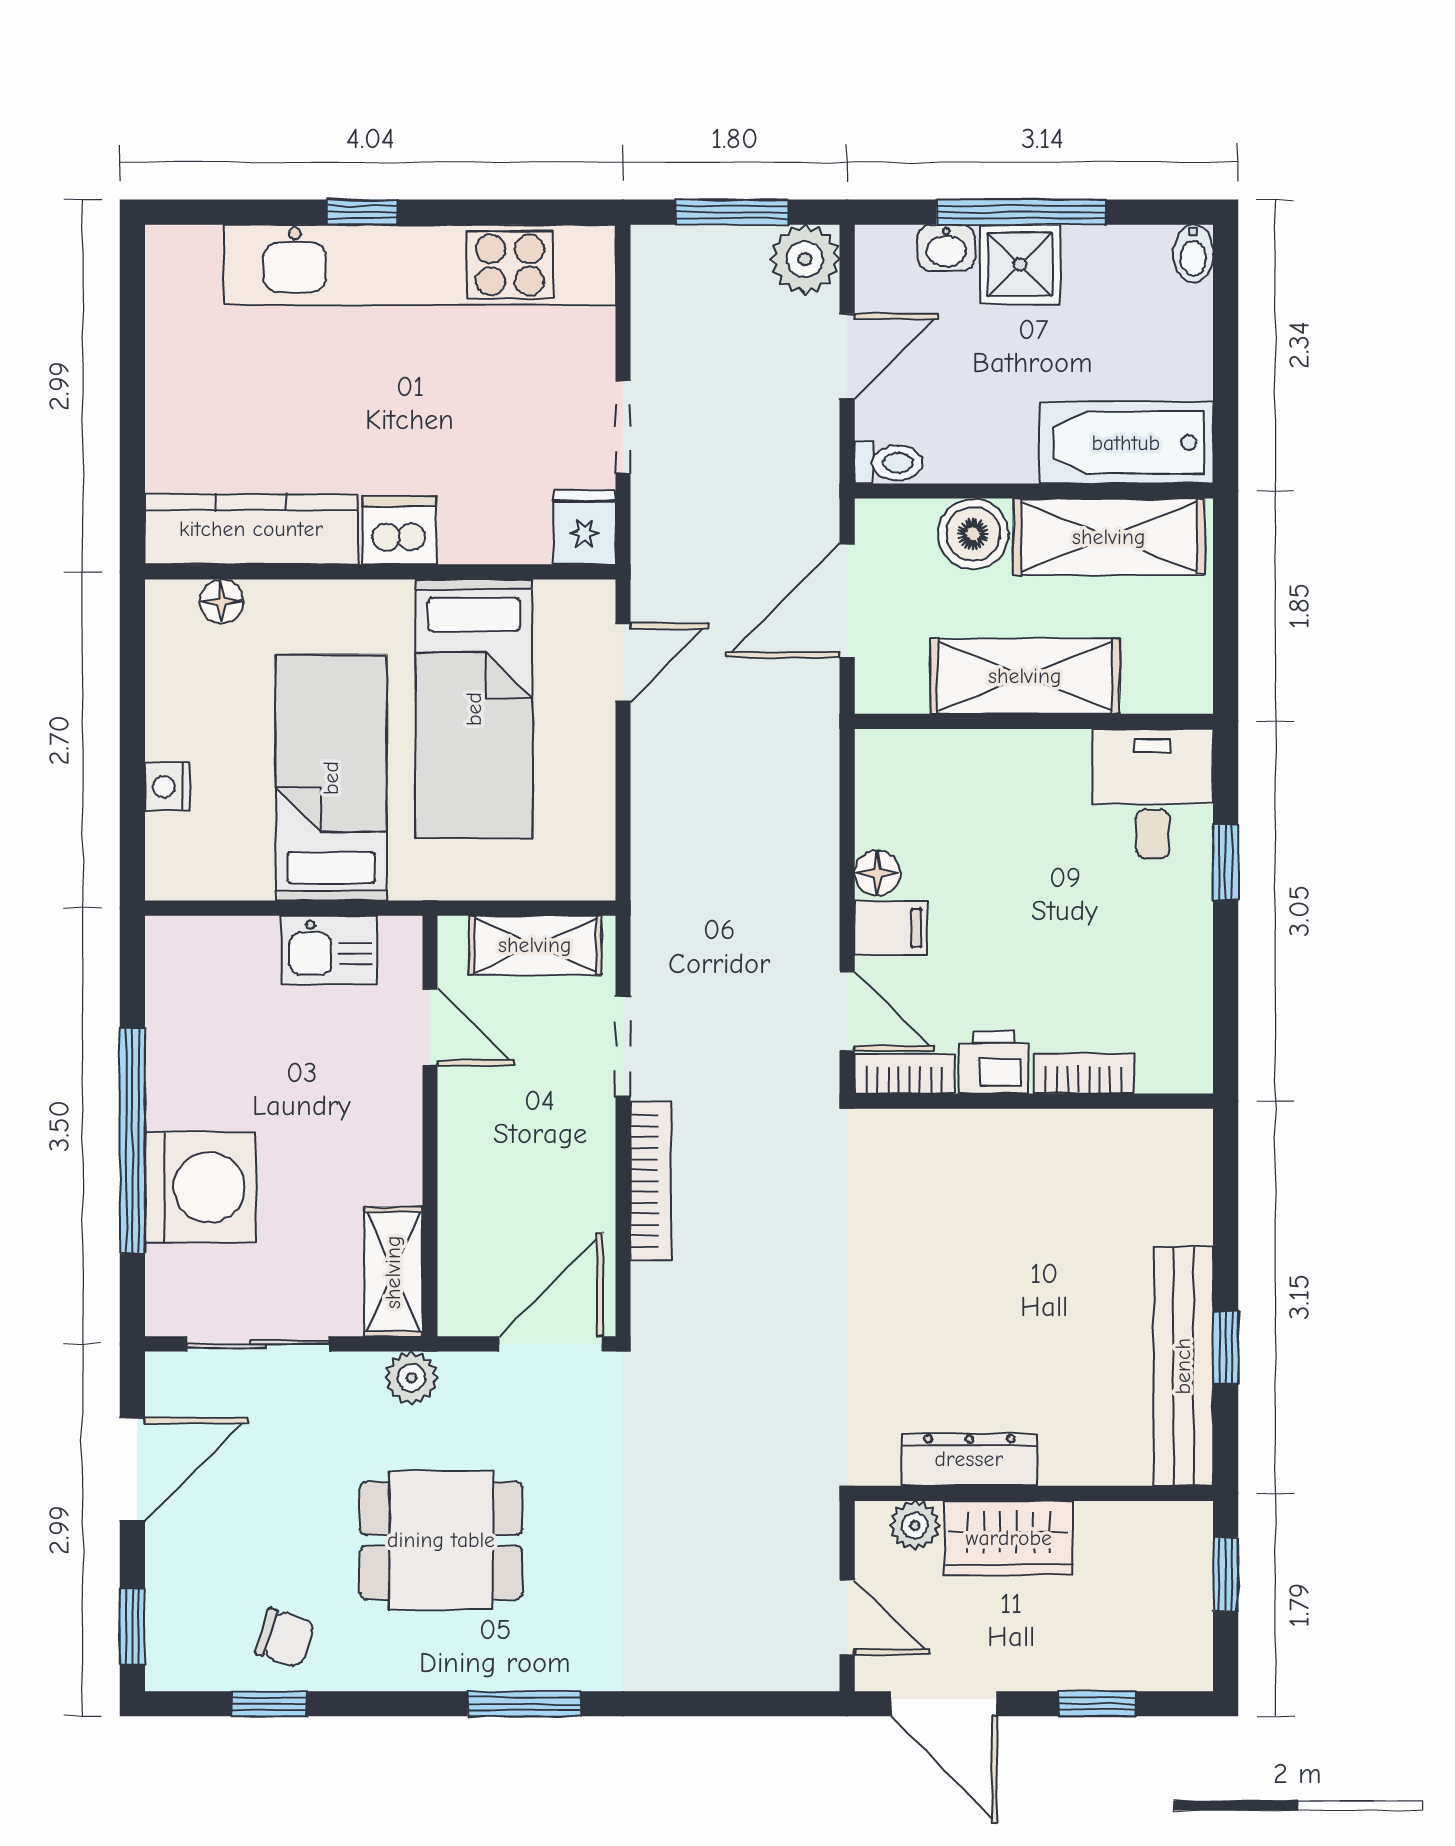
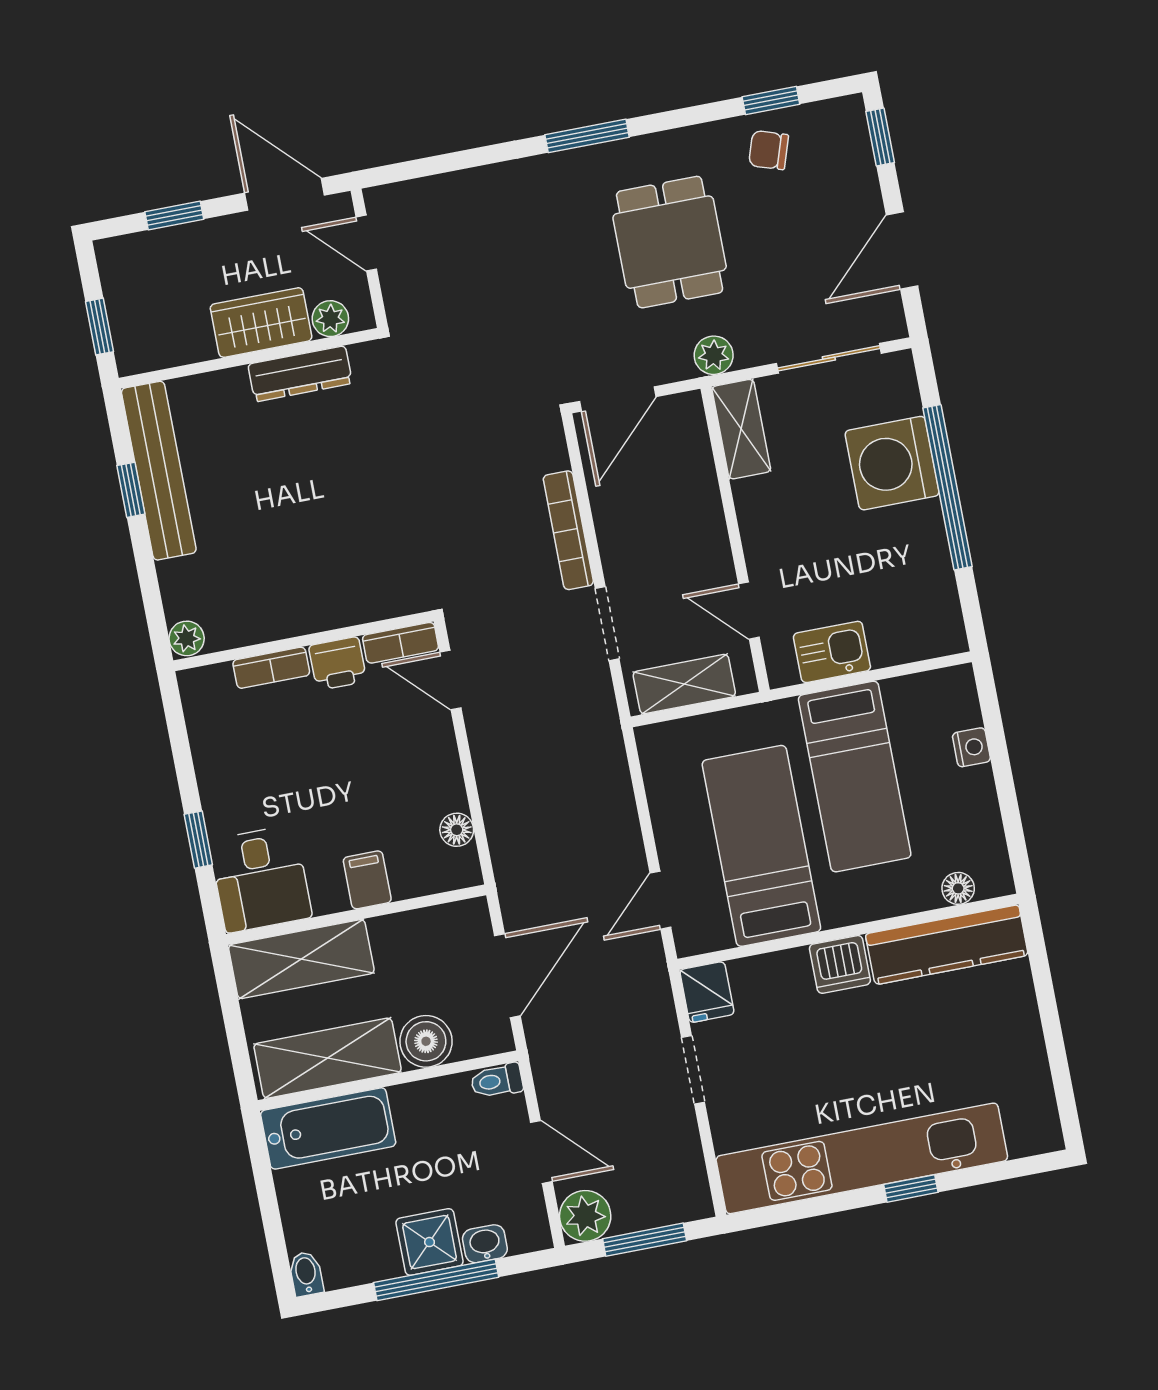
door: (847, 356) -> (541, 1152), swing flipped
shelving: (1025, 676) -> (301, 959), moved
floor lamp: (877, 873) -> (457, 830), moved
filing cabinet: (891, 928) -> (367, 880), moved, turned 90
plant: (1189, 1135) -> (187, 638), added
dining table: (441, 1540) -> (670, 242), turned 90

